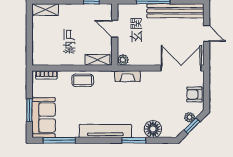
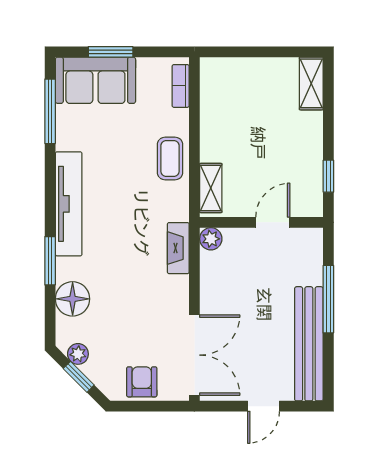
plant: (190, 117) -> (78, 354), moved

